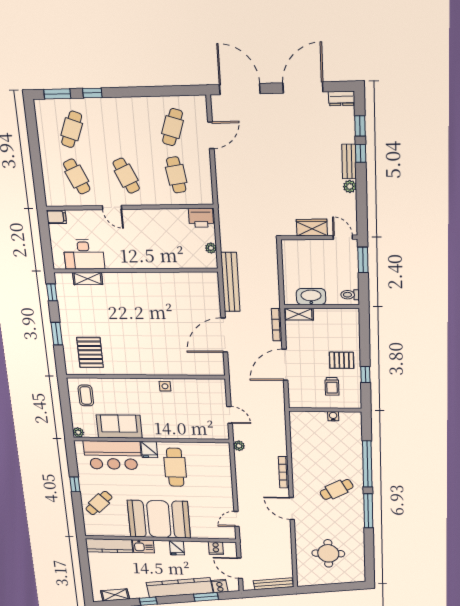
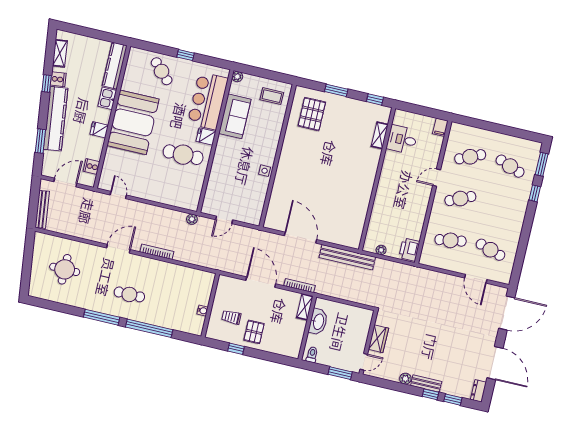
desk: (84, 254) -> (402, 139), width x0.73
pallet: (90, 352) -> (312, 114), turned 90
cafe table: (337, 489) -> (129, 294), turned -62
cooker: (220, 586) -> (58, 79), moved

